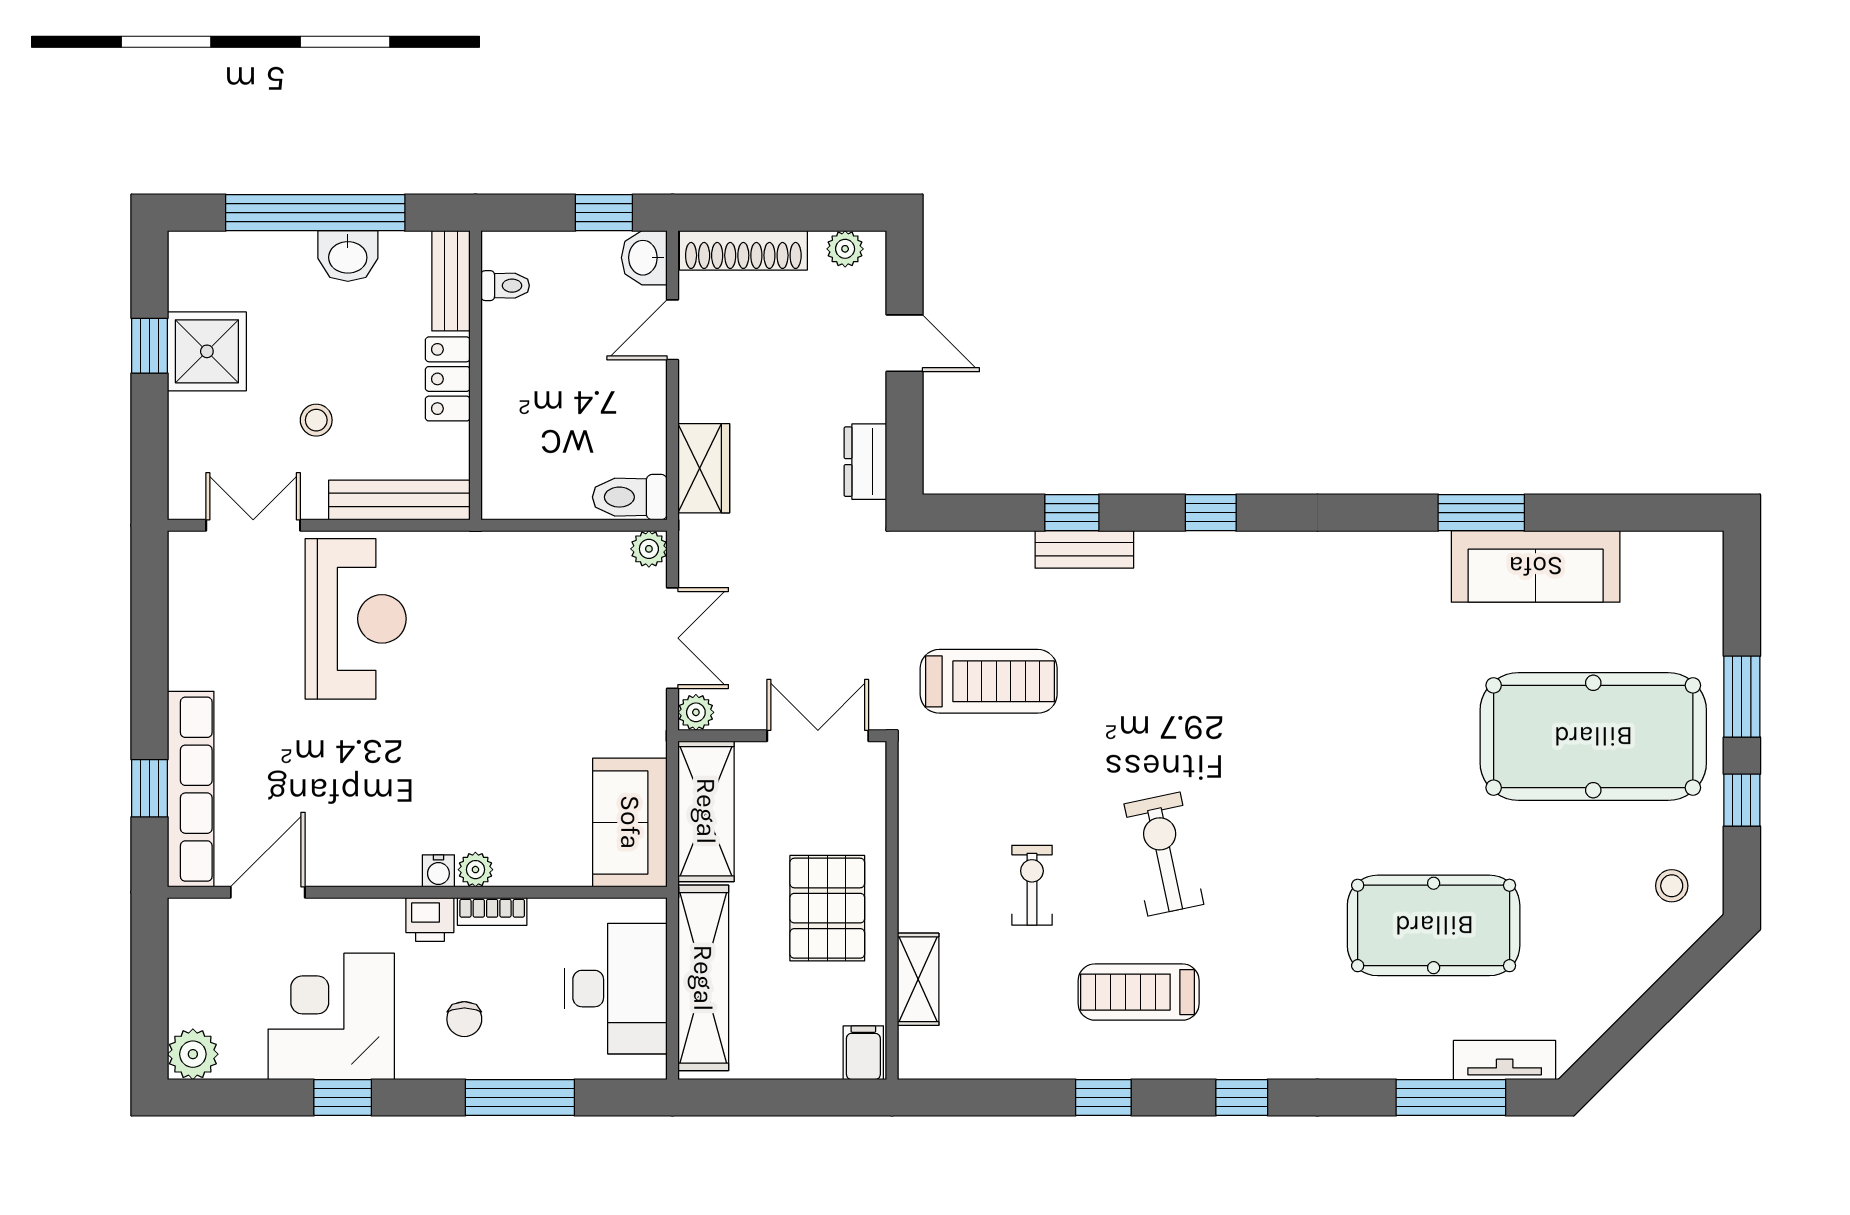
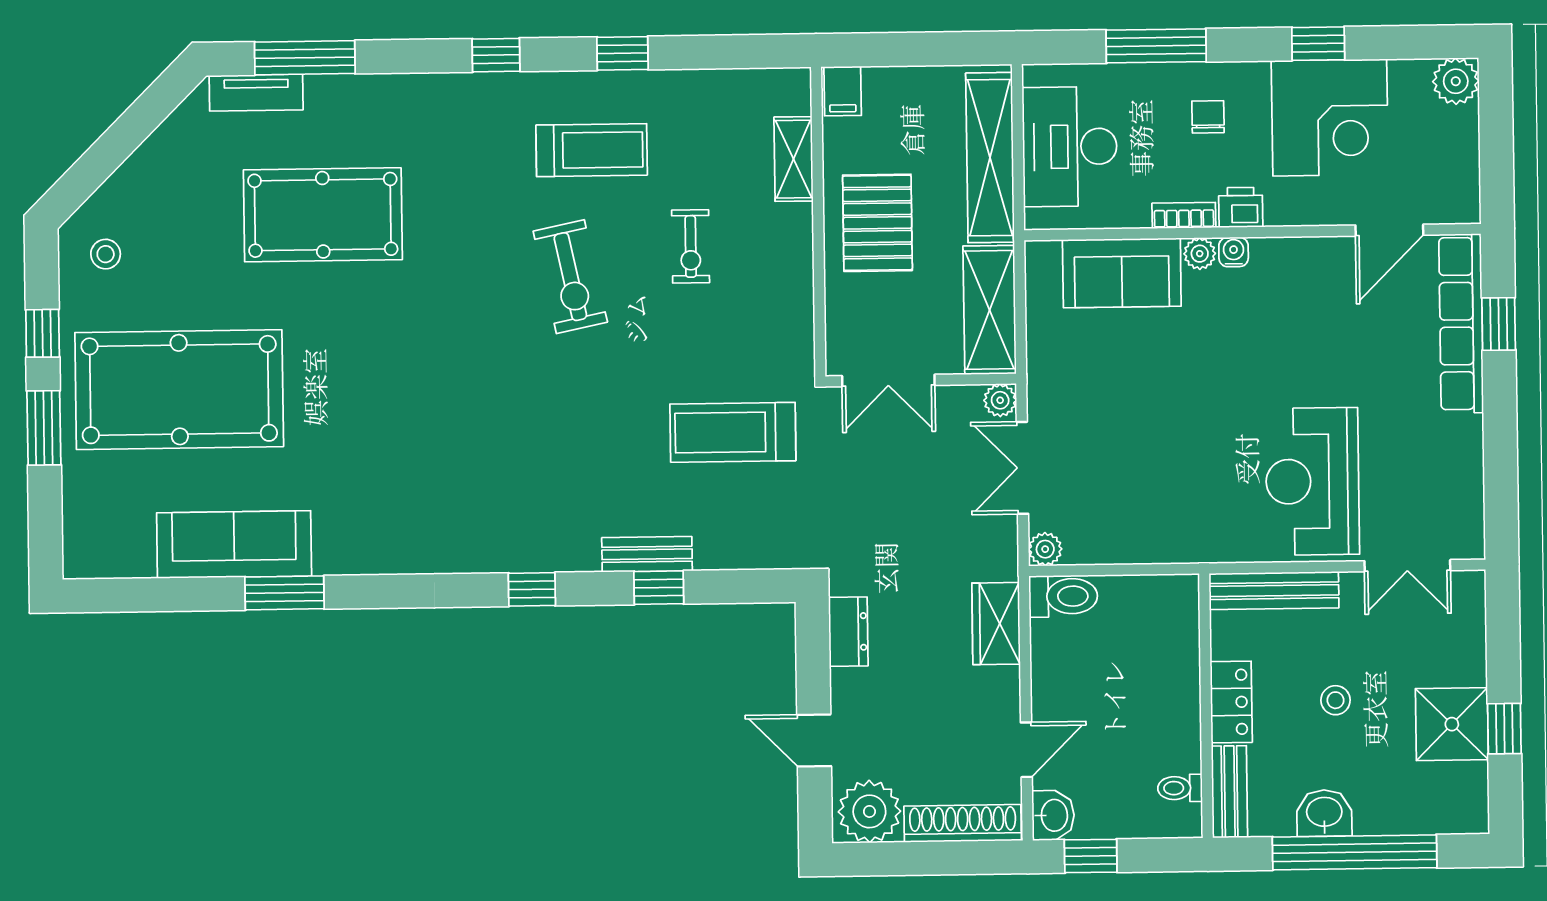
plant: (845, 249) -> (869, 811), width x1.87, depth x1.87
stool: (316, 420) -> (1336, 700), moved
sofa: (630, 822) -> (1122, 273), moved, turned 90

